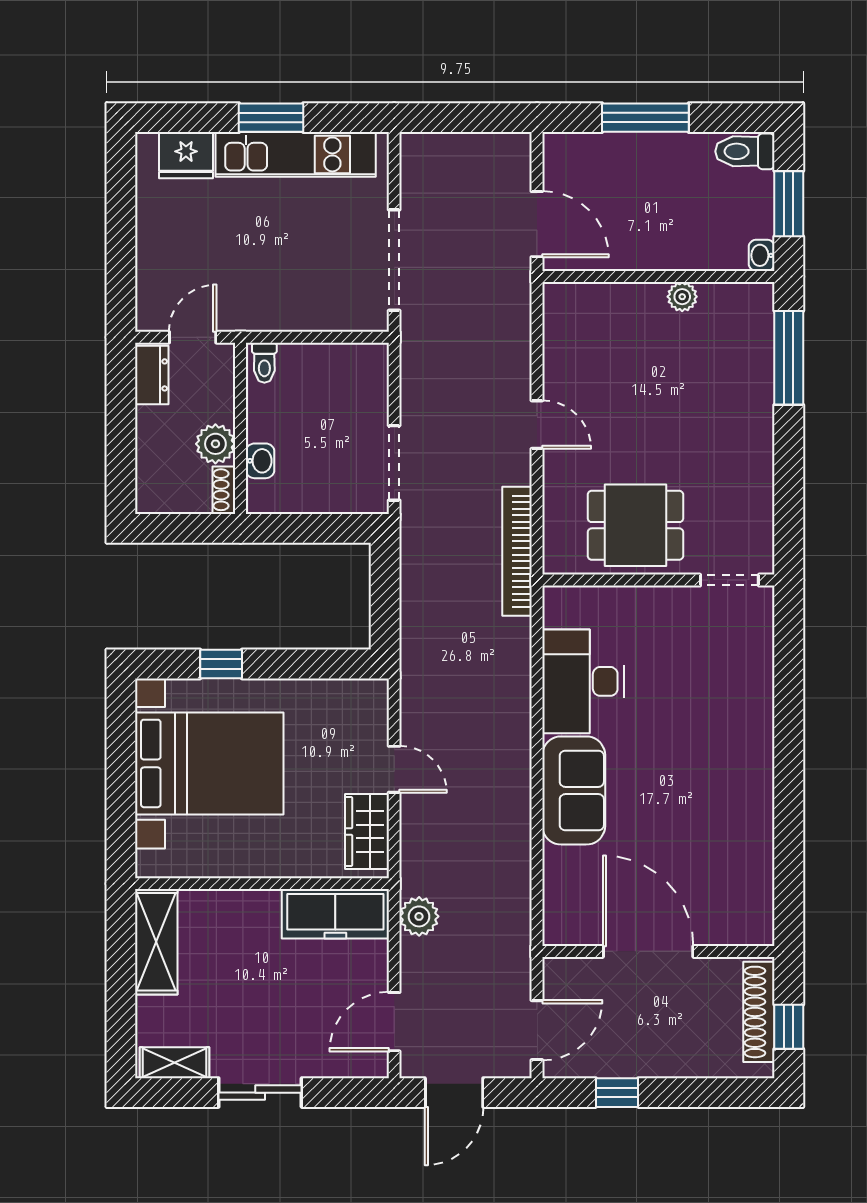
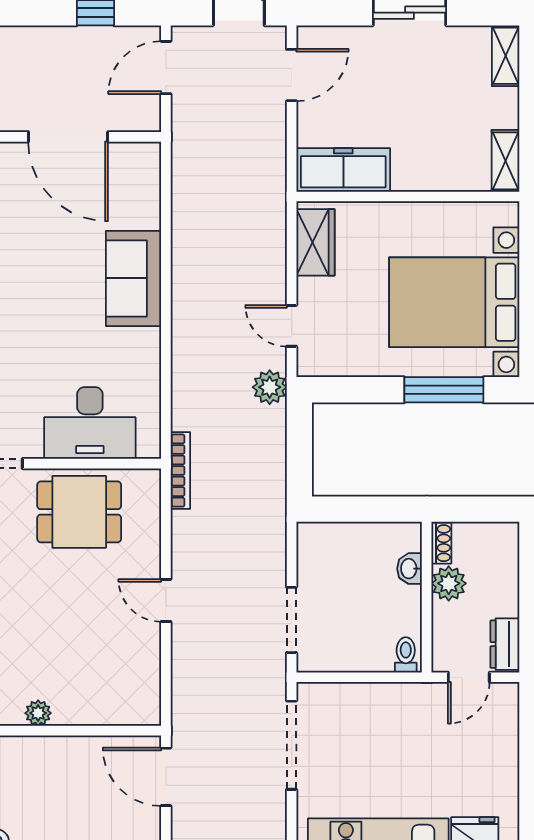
doorway: (394, 463) -> (292, 620), moved
bookcase: (517, 551) -> (180, 471), width x0.68, depth x0.76
window: (221, 664) -> (444, 390), width x2.17
desk: (583, 681) -> (90, 423), moved, turned 90
door: (394, 769) -> (292, 326), moved
plant: (419, 916) -> (270, 387), moved
shelving: (156, 942) -> (505, 161), width x0.67, depth x0.75
shelving: (175, 1063) -> (506, 56), moved, turned 90

